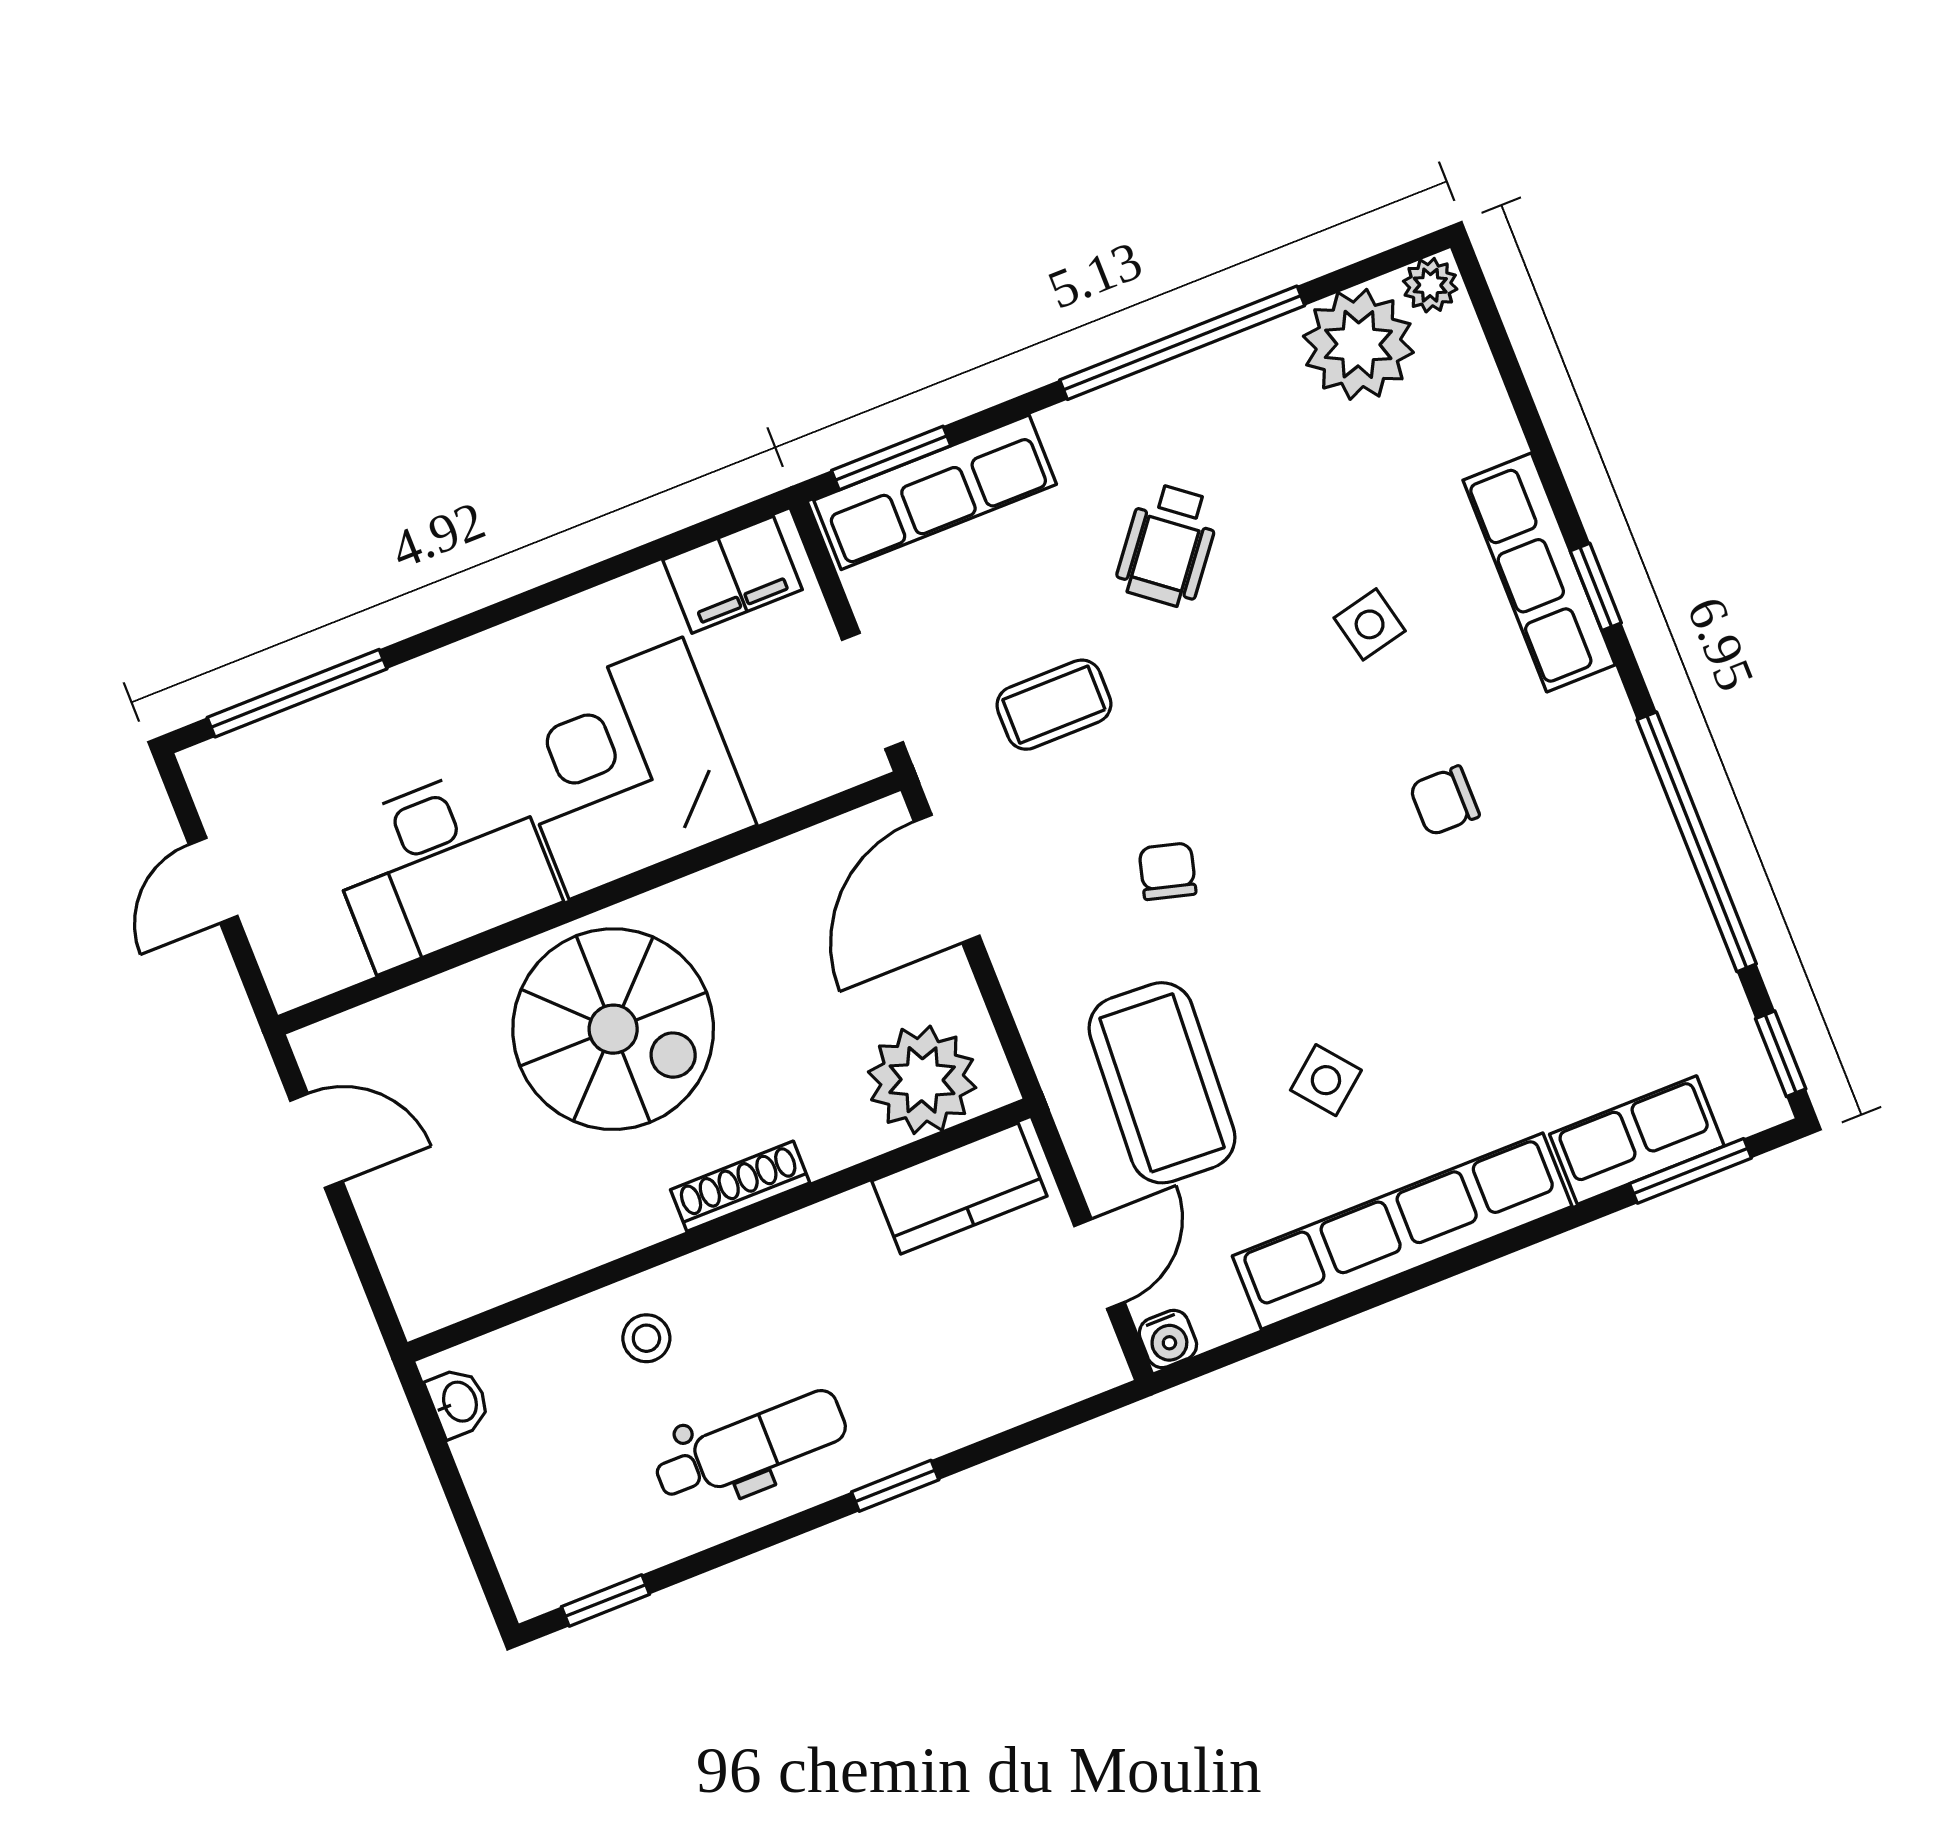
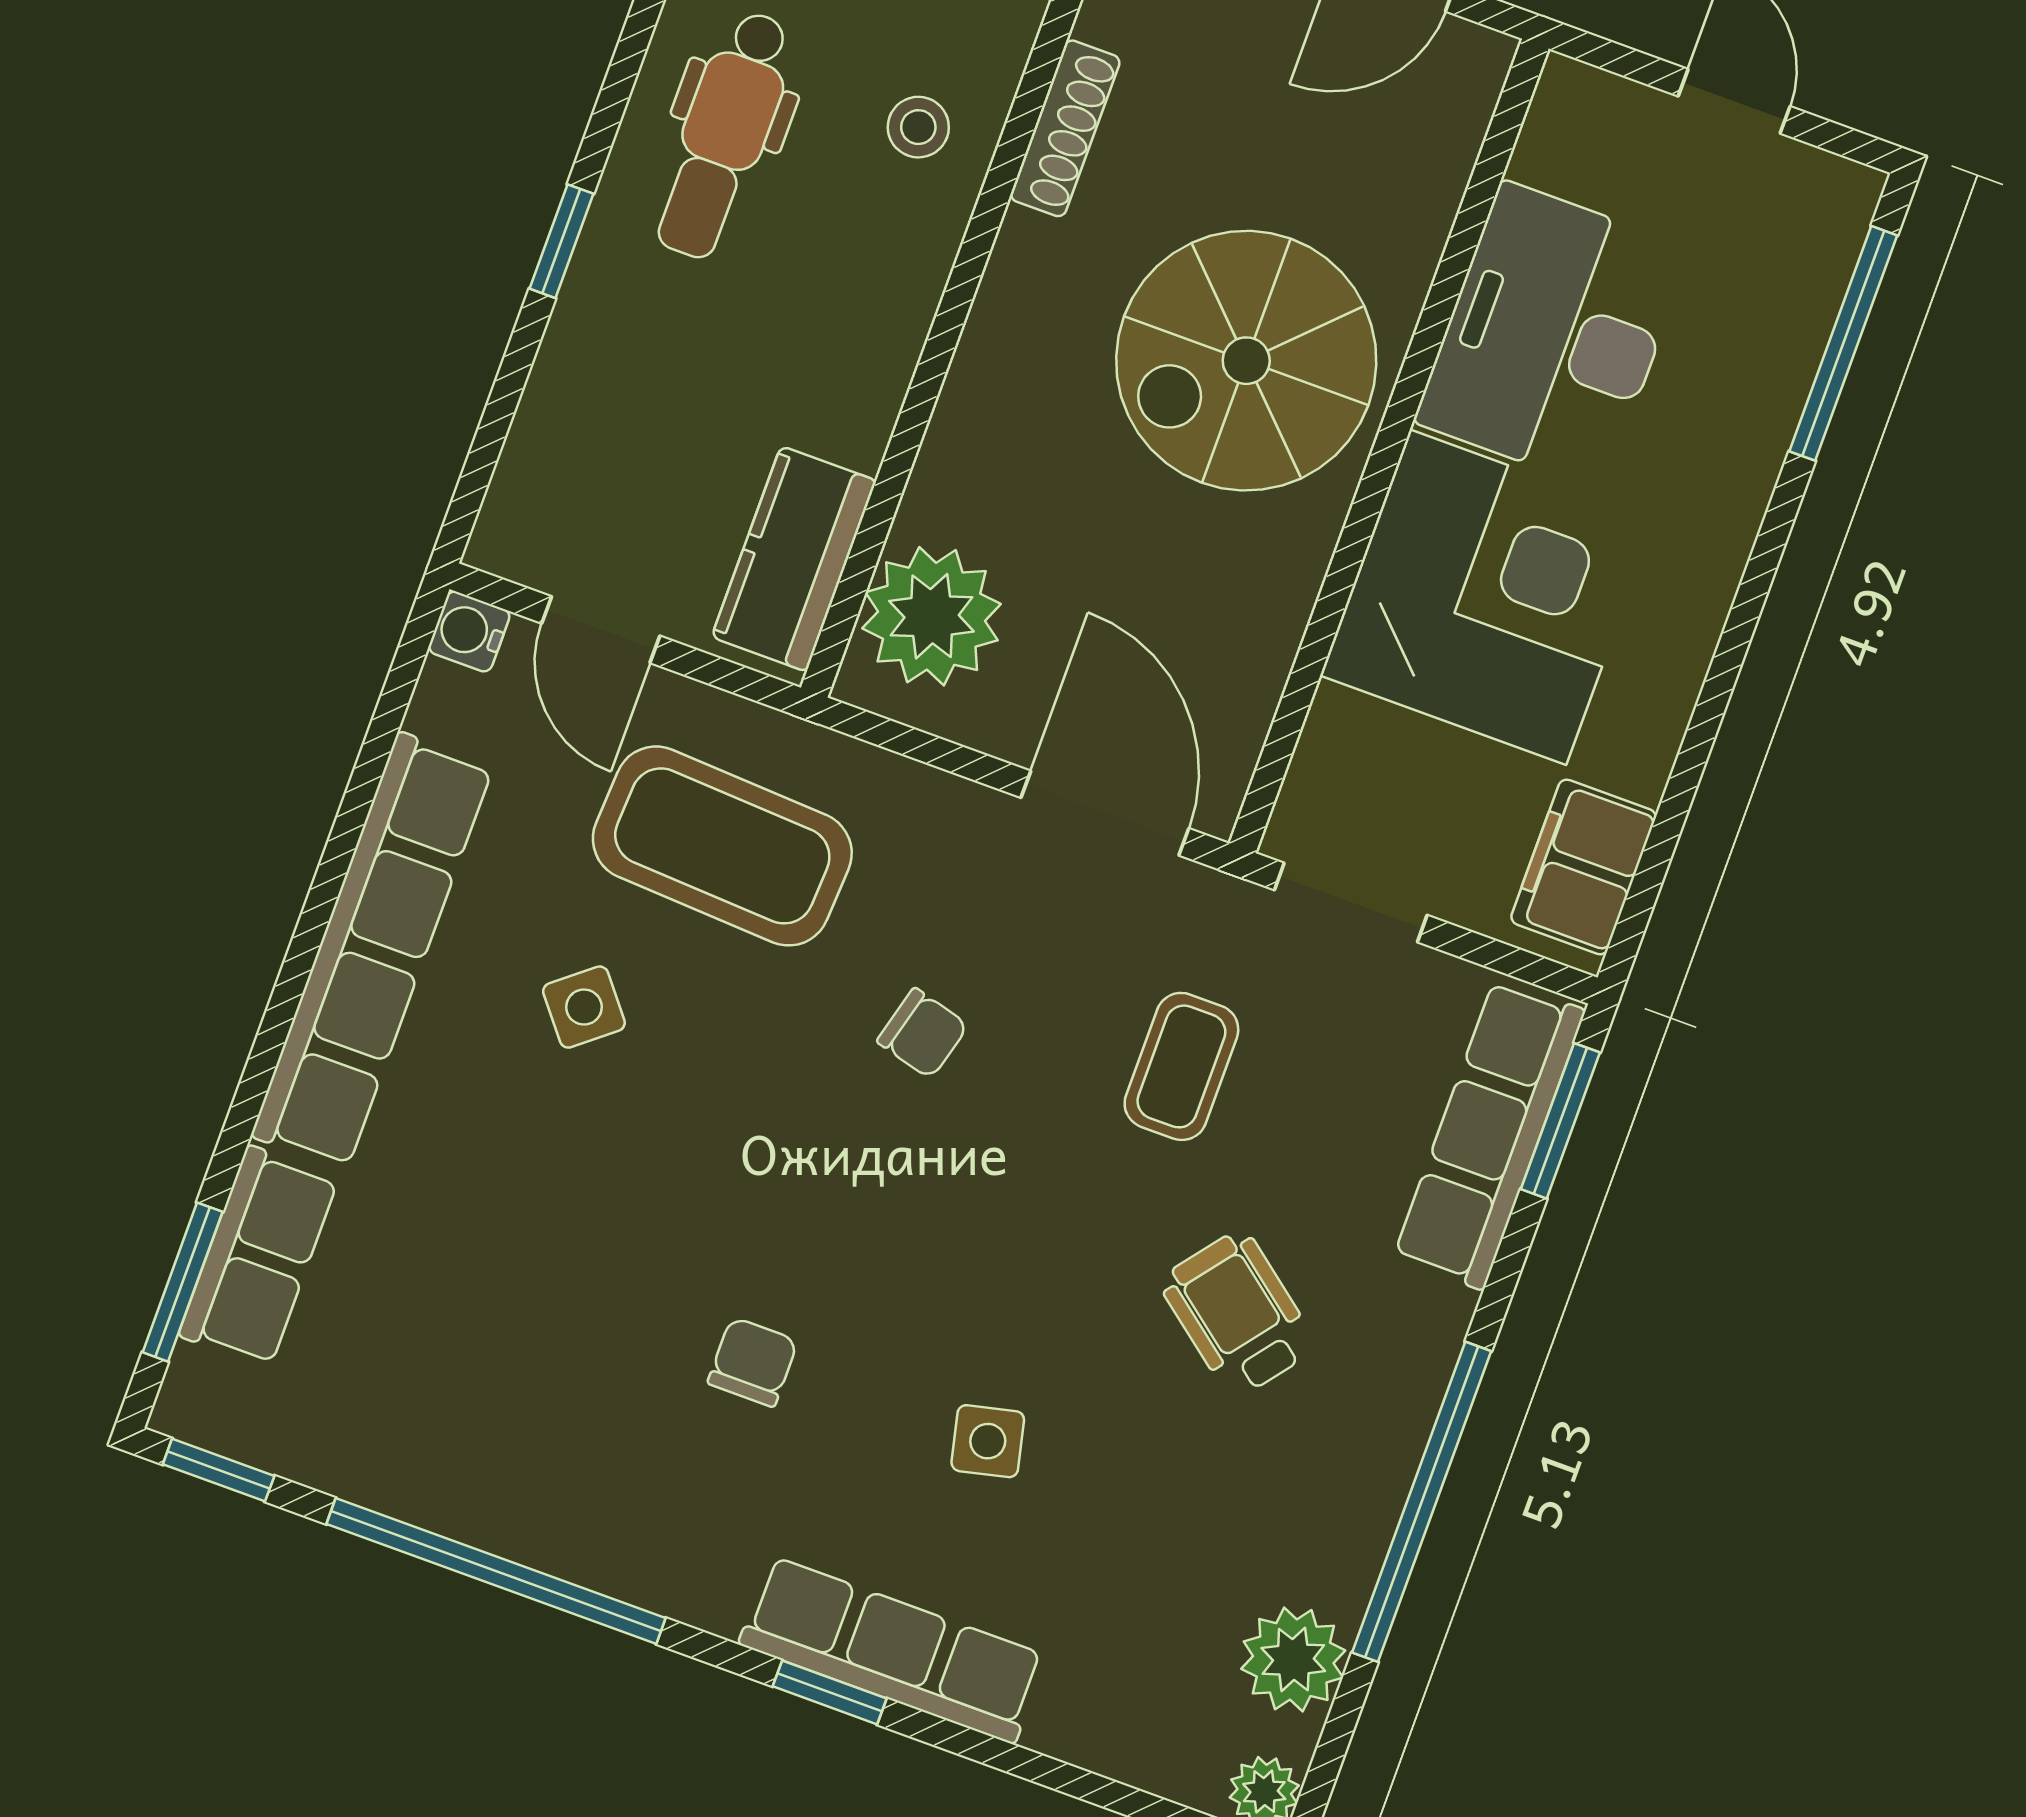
plant: (1358, 344) -> (1293, 1660), width x0.73, depth x0.73
shoe rack: (740, 1186) -> (1065, 128), moved

